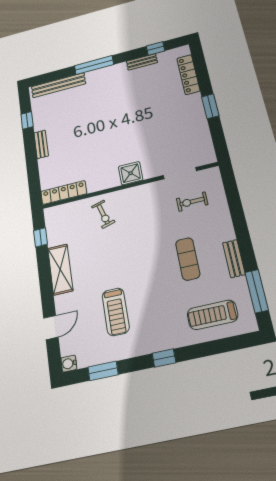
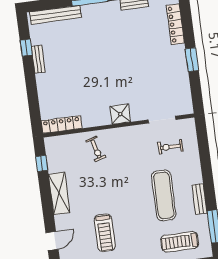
bench: (41, 144) -> (38, 59), moved
exercise mat: (188, 259) -> (164, 195), width x1.36, depth x1.45

